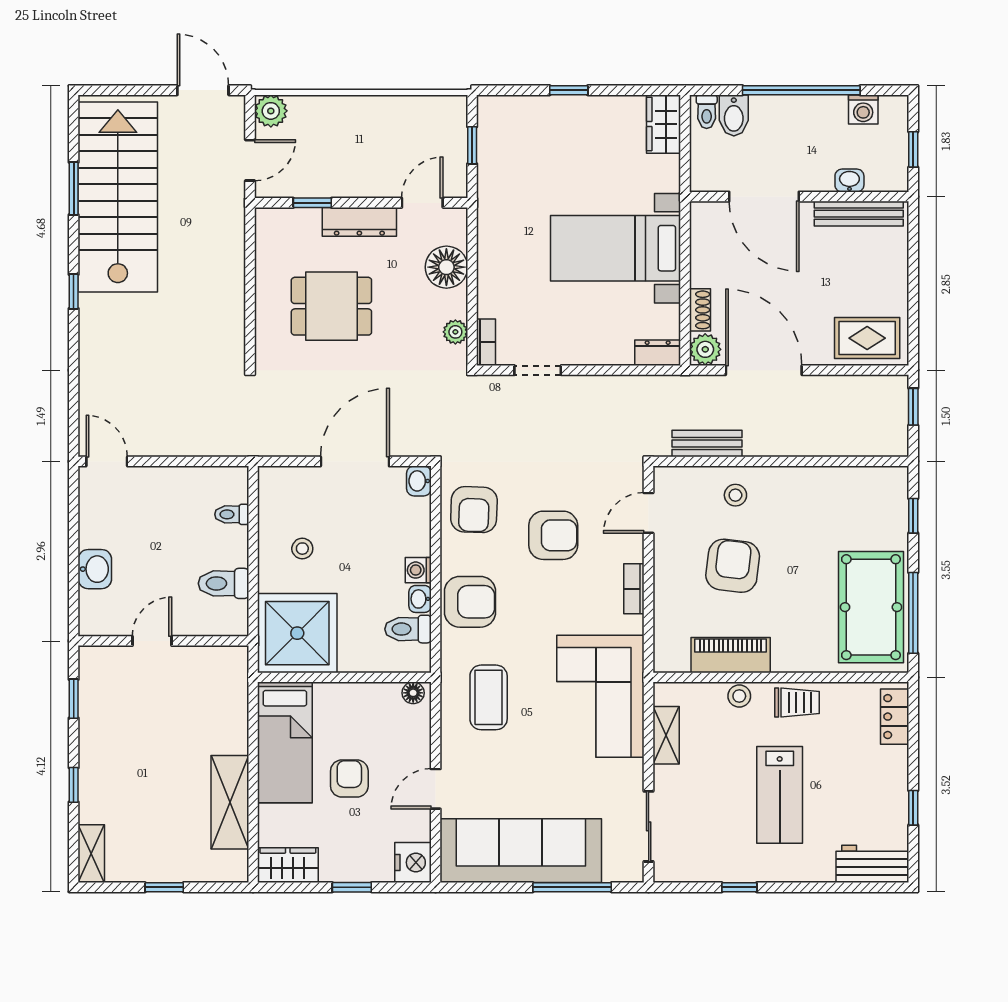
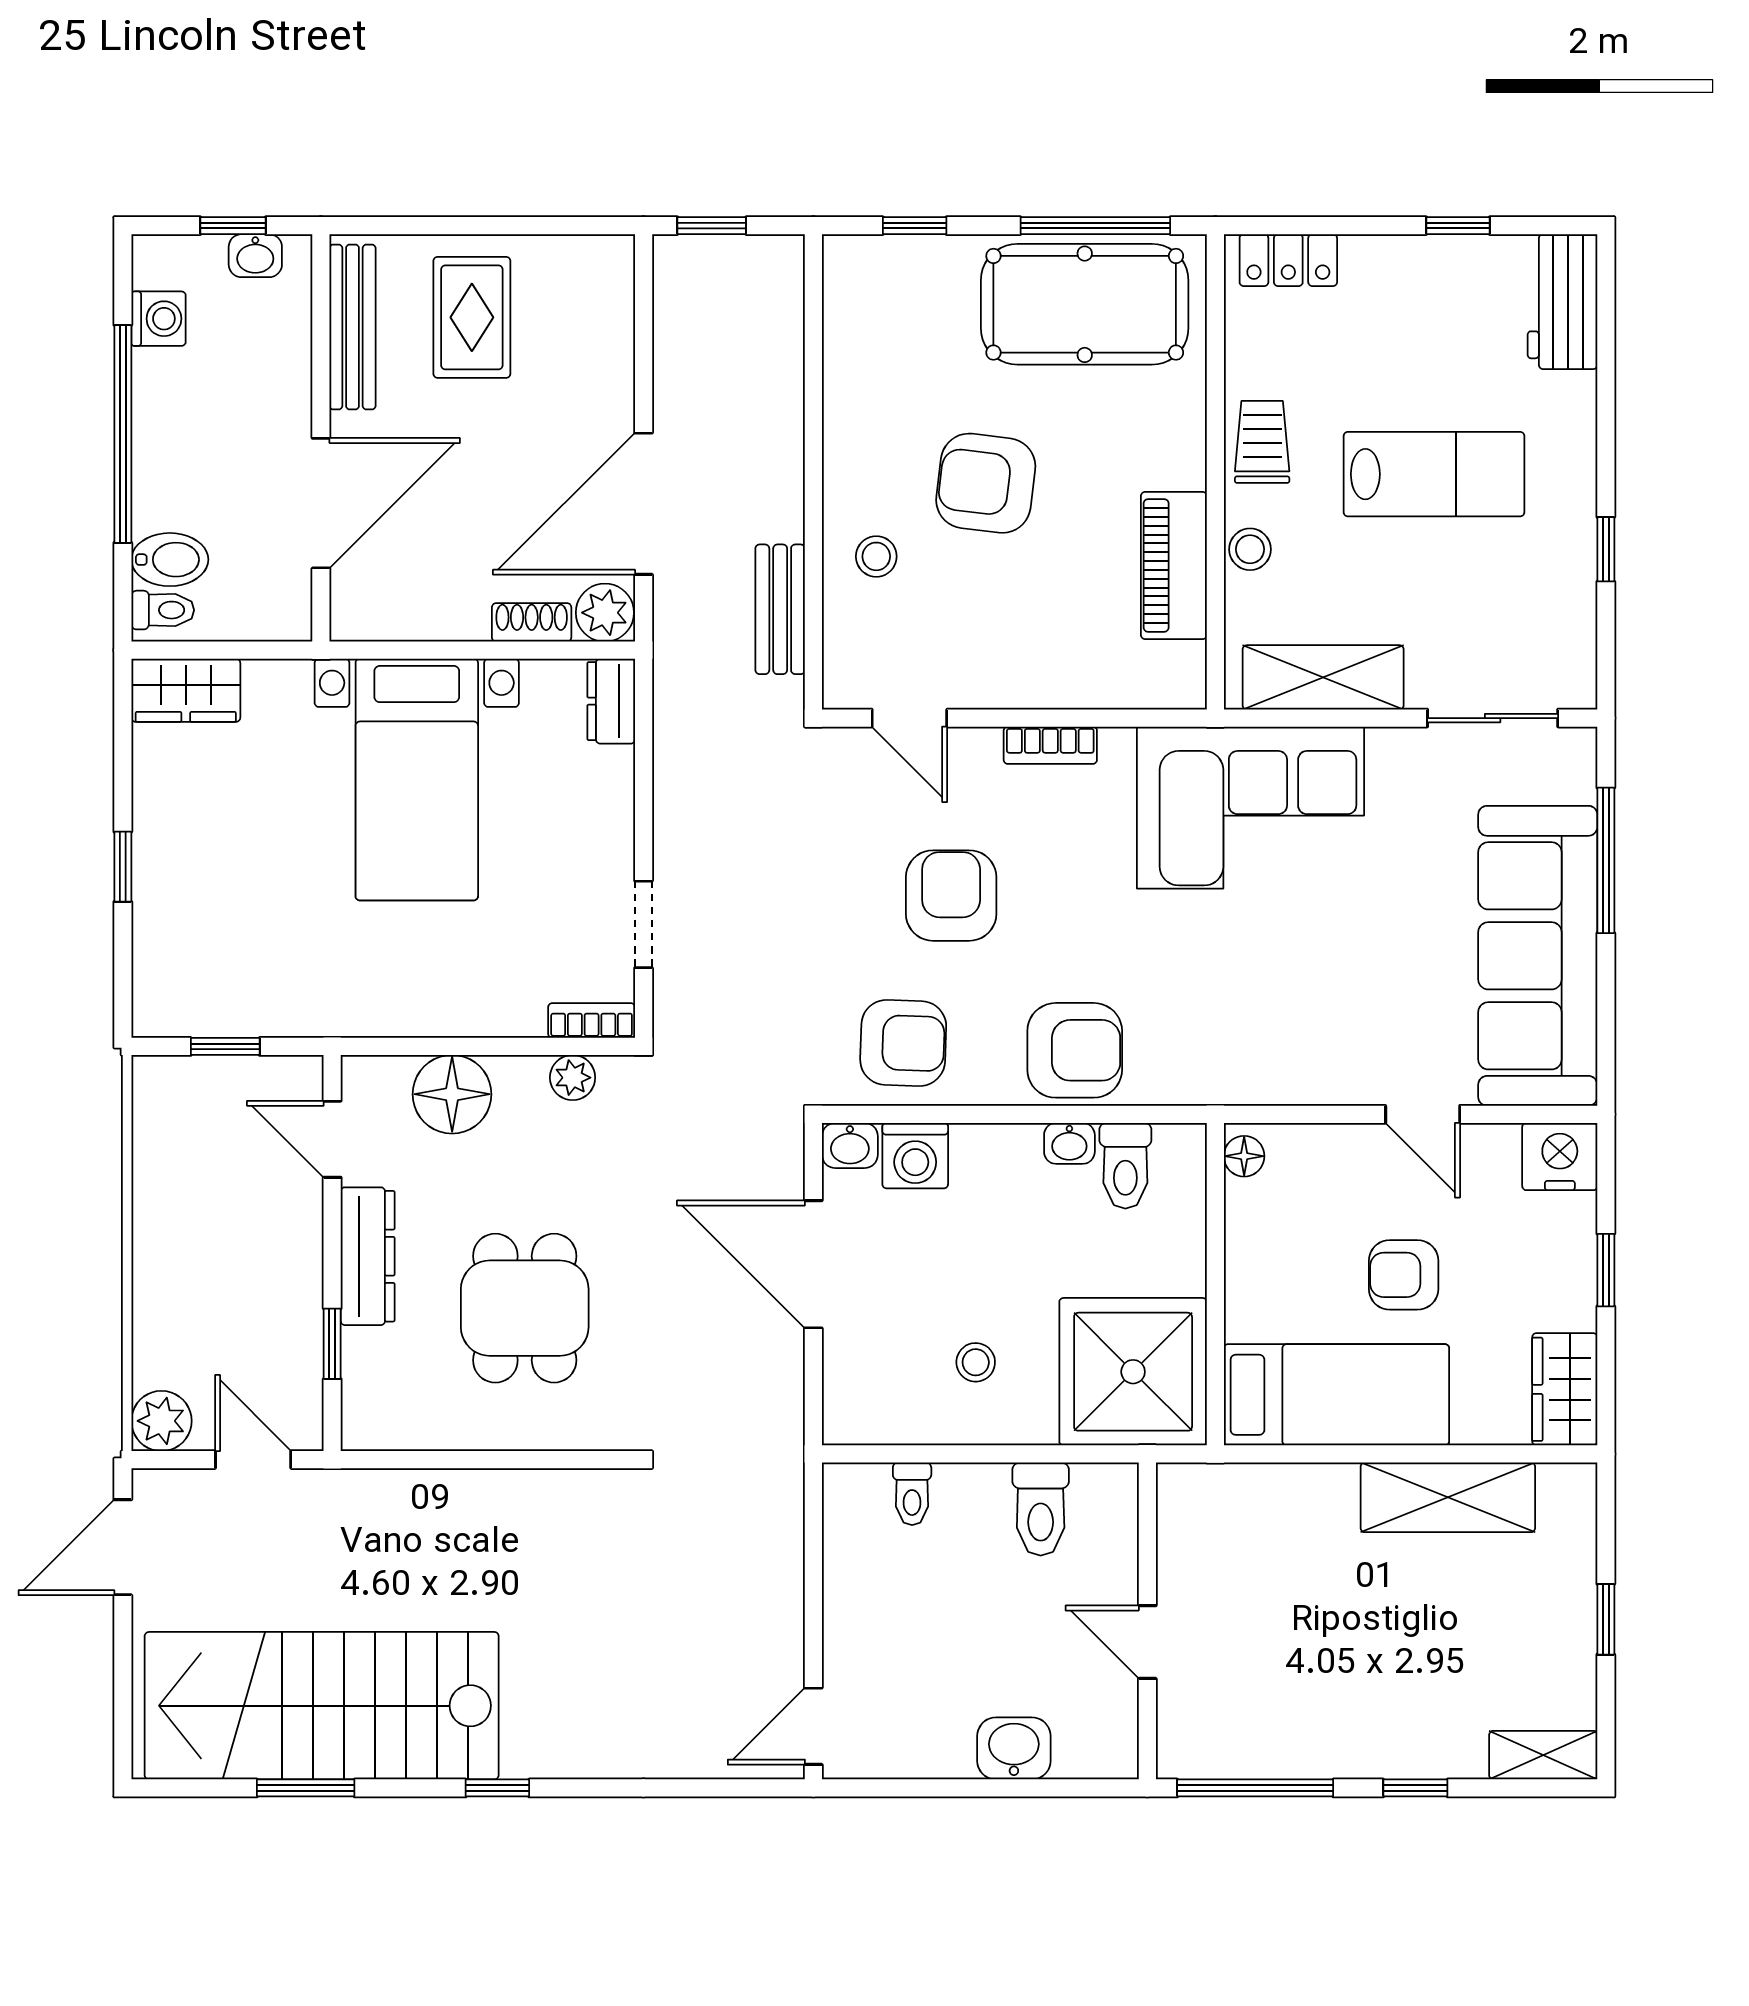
washbasin: (849, 181) -> (255, 256), moved, turned -90
rug: (867, 338) -> (472, 317), moved
armchair: (733, 566) -> (986, 483), moved
washing machine: (418, 570) -> (915, 1156), moved, width x1.38, depth x1.38
armchair: (470, 602) -> (1075, 1050), turned 90
coffee table: (489, 697) -> (1253, 1016), removed
window: (74, 699) -> (1255, 1788), width x2.17
shelving: (666, 735) -> (1323, 677), width x1.50, depth x1.33

